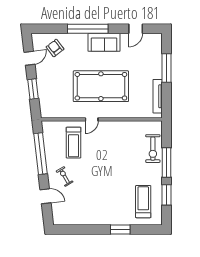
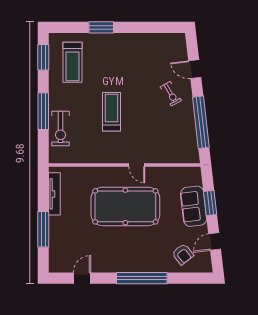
sofa: (104, 42) -> (194, 206), moved, turned -97
door: (92, 119) -> (137, 165), swing flipped
treadmill: (74, 143) -> (111, 112), moved
exercise bike: (153, 149) -> (60, 129), turned 180
window: (167, 195) -> (43, 57), moved

